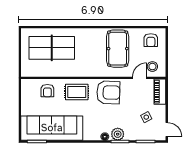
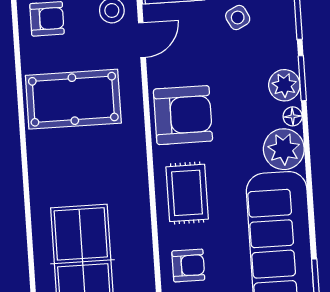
door: (140, 78) -> (142, 40), swing flipped
armchair: (108, 92) -> (183, 115), turned 88
plant: (92, 132) -> (284, 149), added

